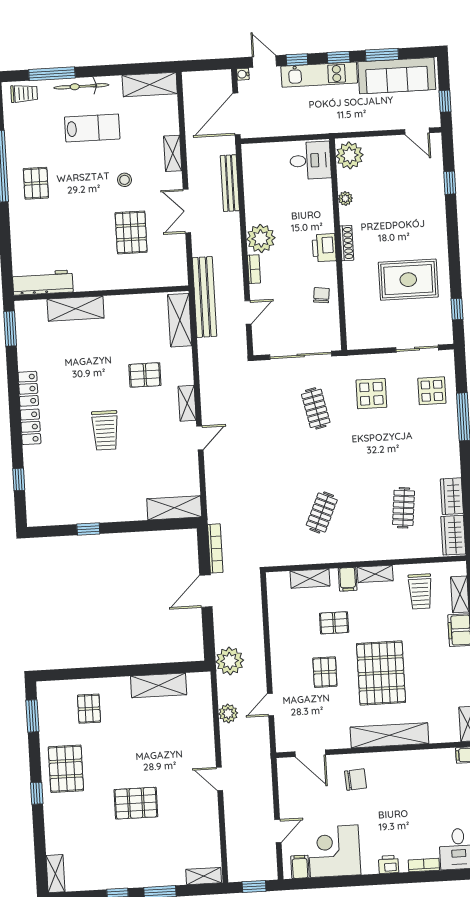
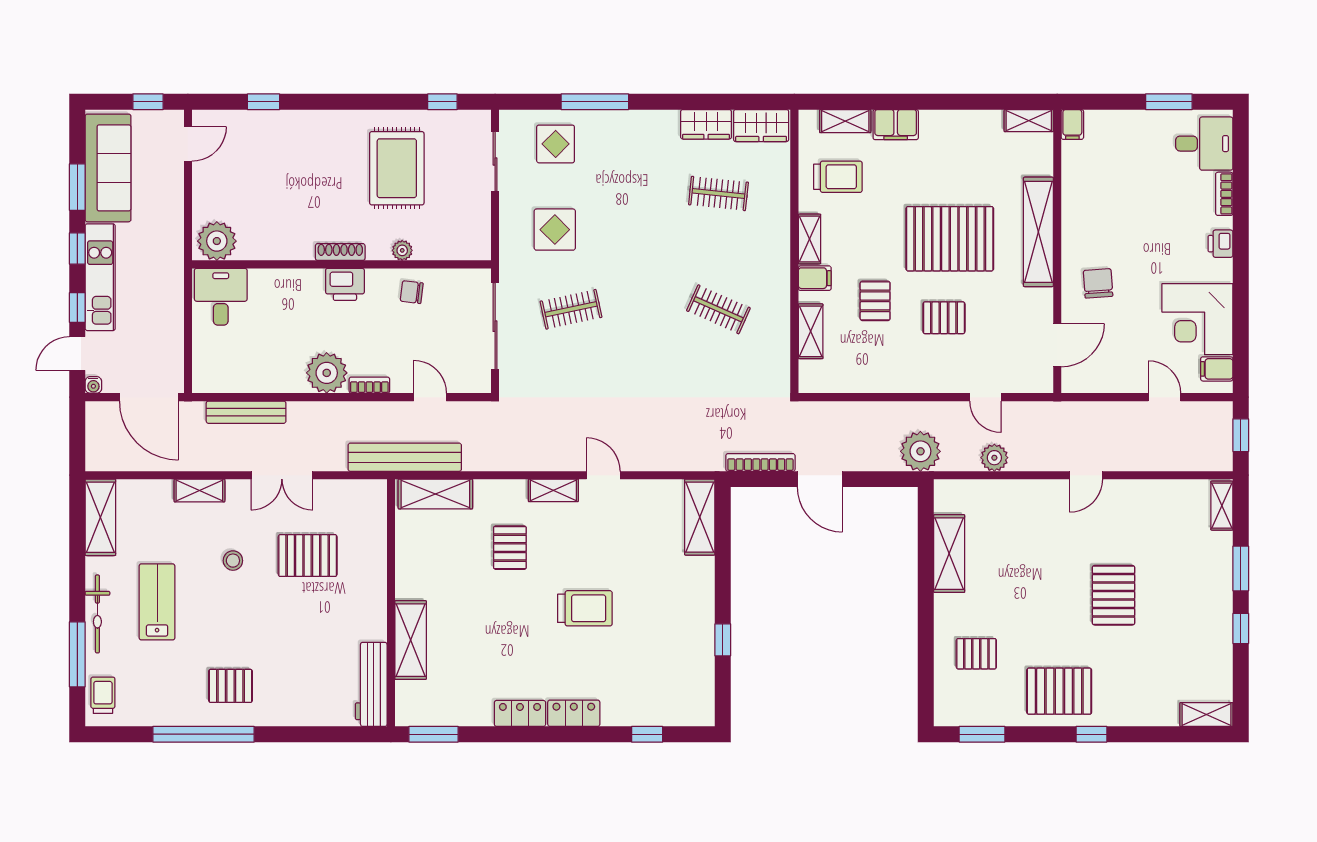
plant: (345, 198) -> (402, 250), moved

